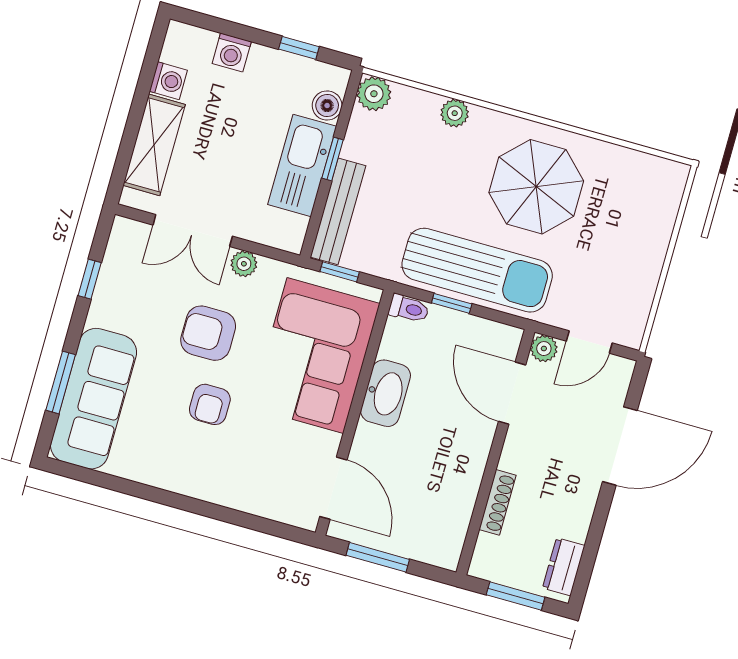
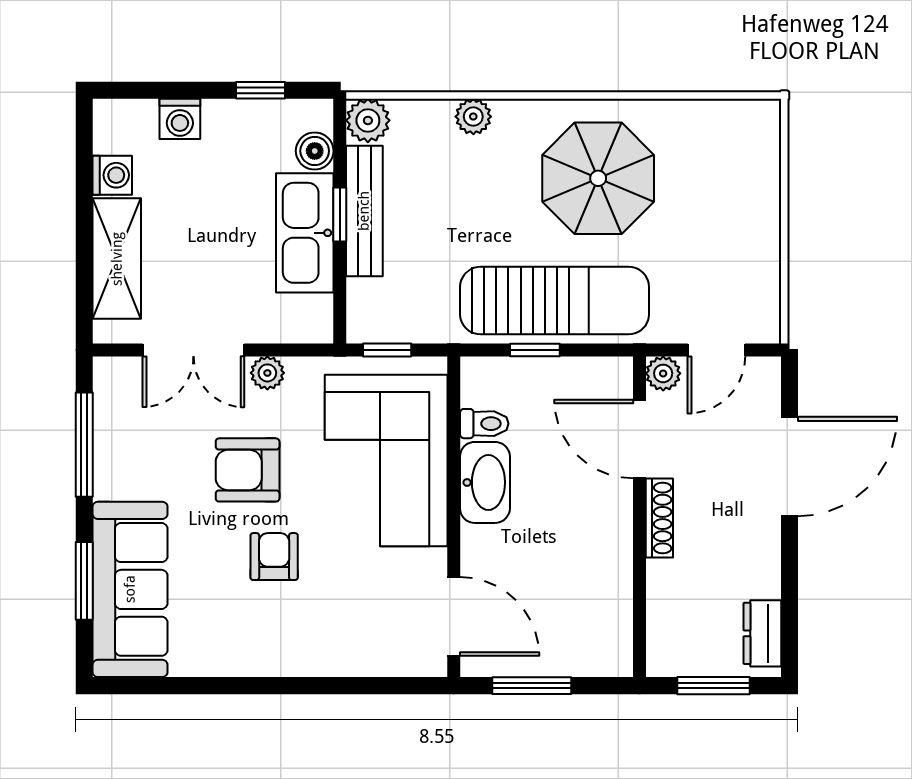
bench: (338, 211) -> (364, 211), moved
window: (90, 279) -> (84, 445), width x2.17
toilet: (409, 309) -> (484, 424), moved
armchair: (210, 404) -> (274, 557), turned 180
shoe rack: (498, 502) -> (659, 518), moved

